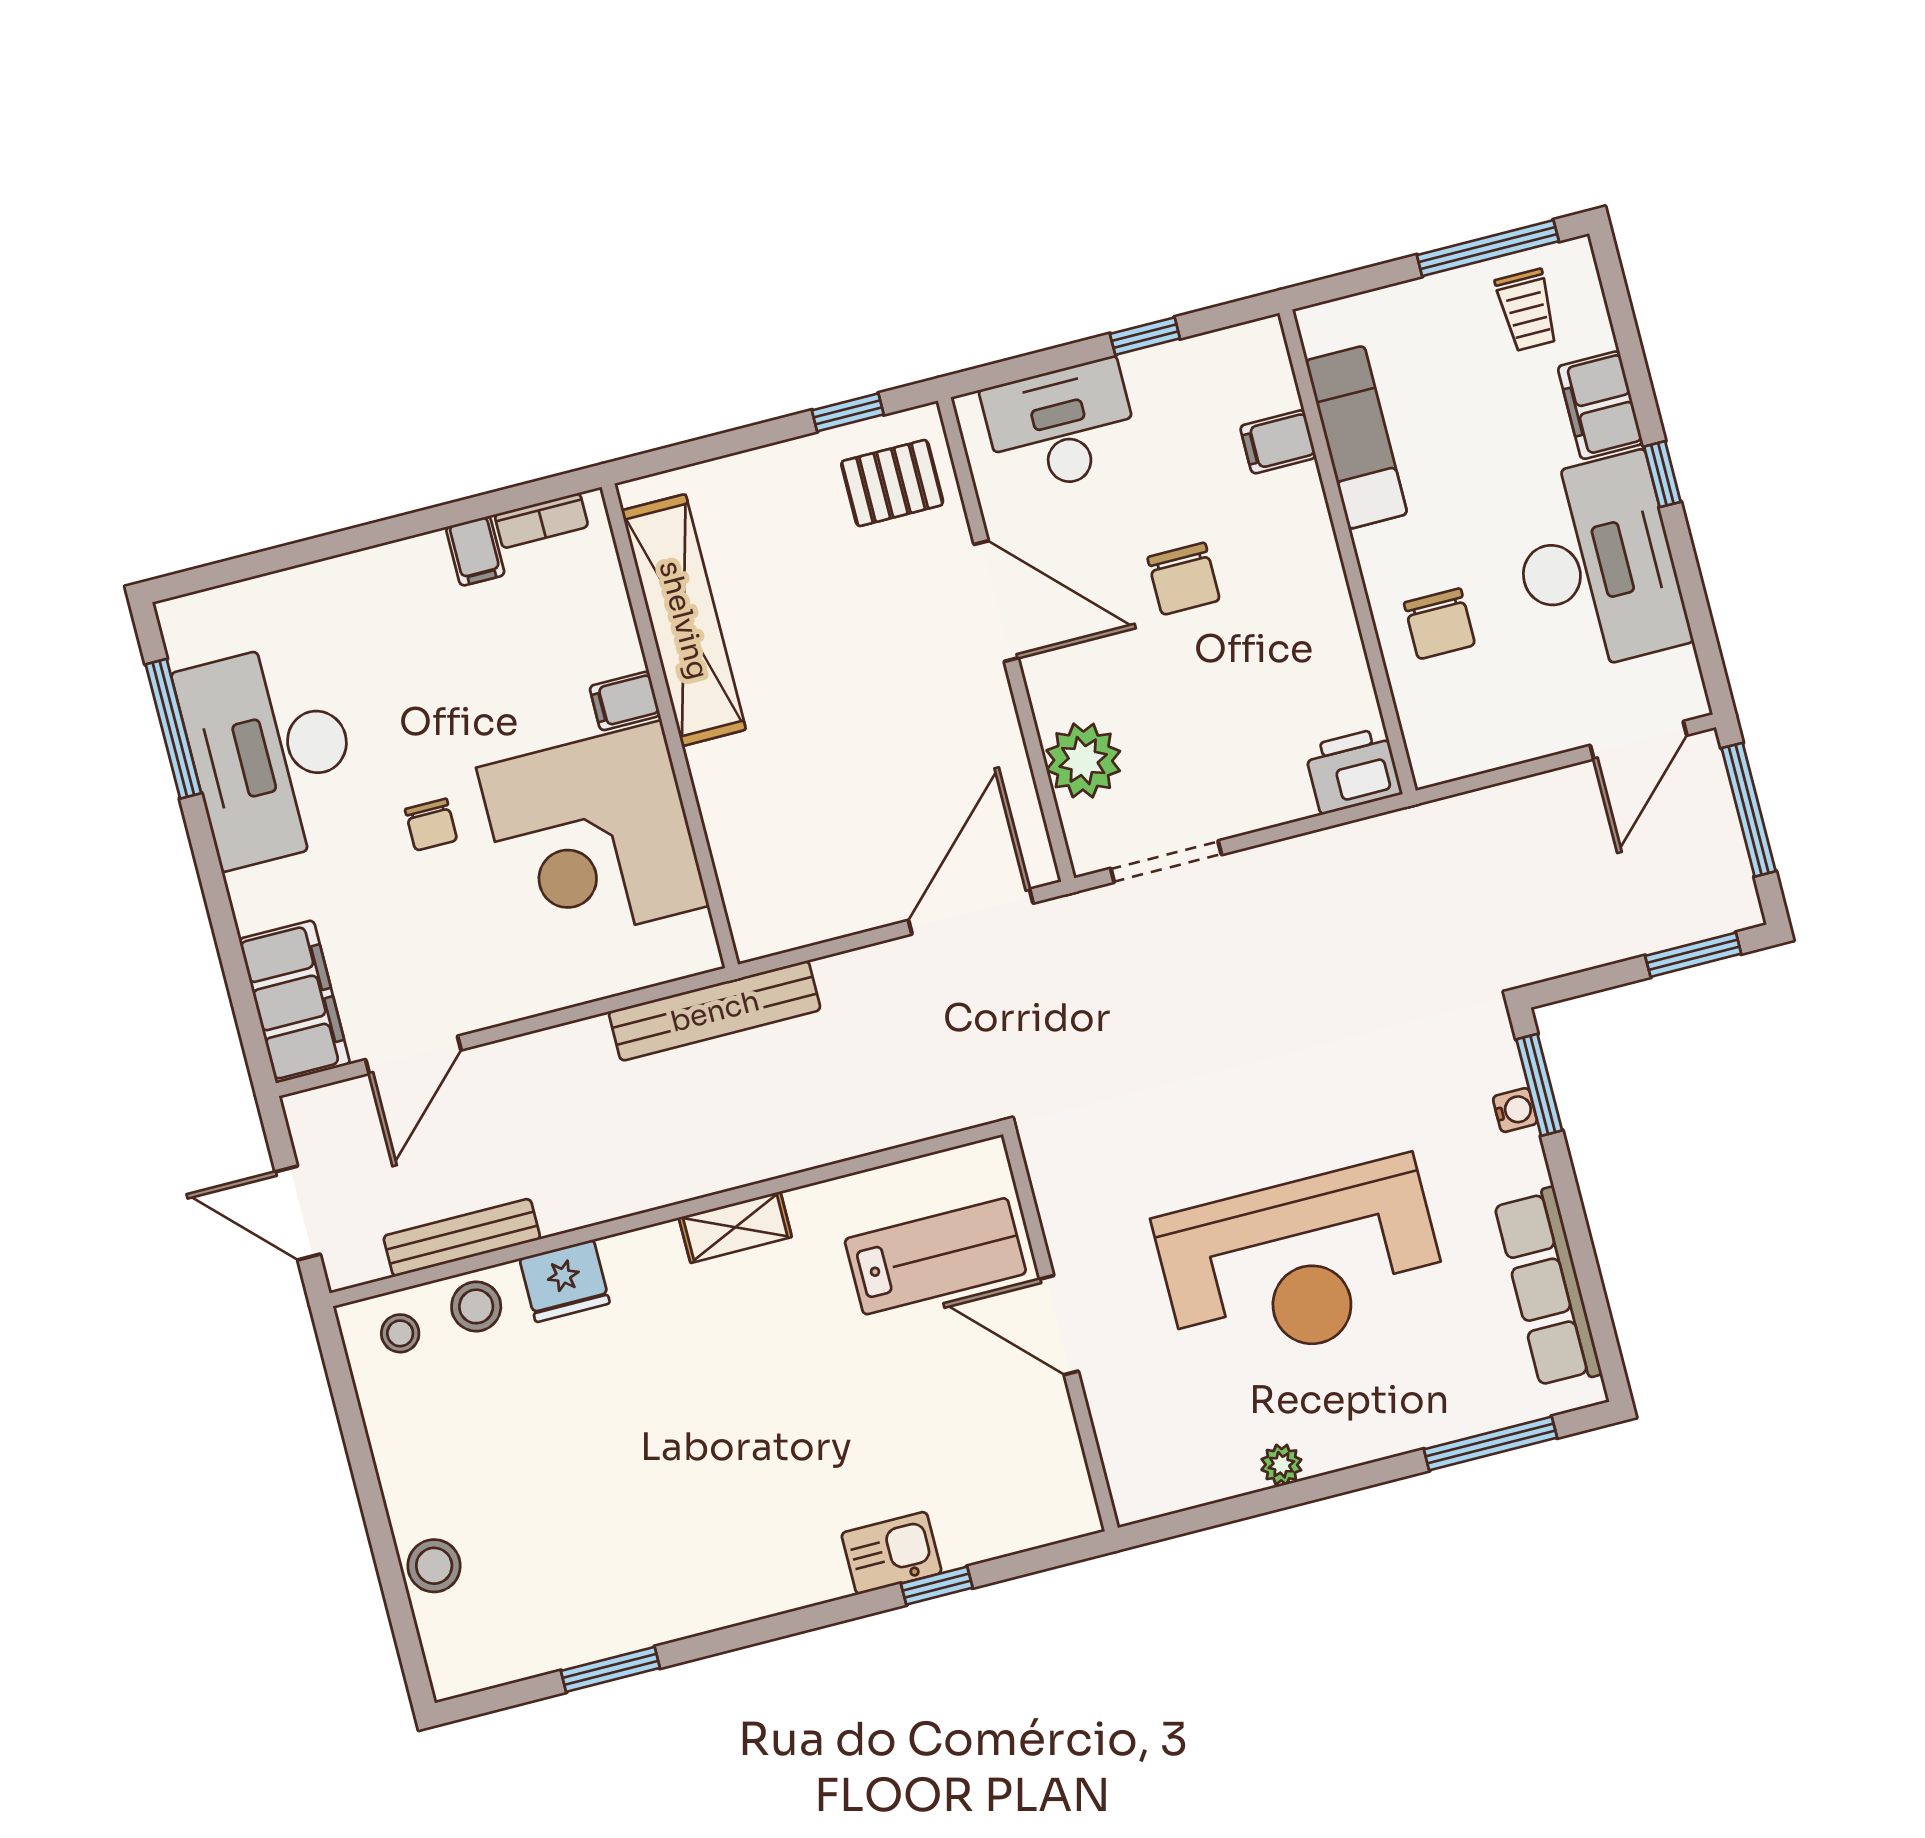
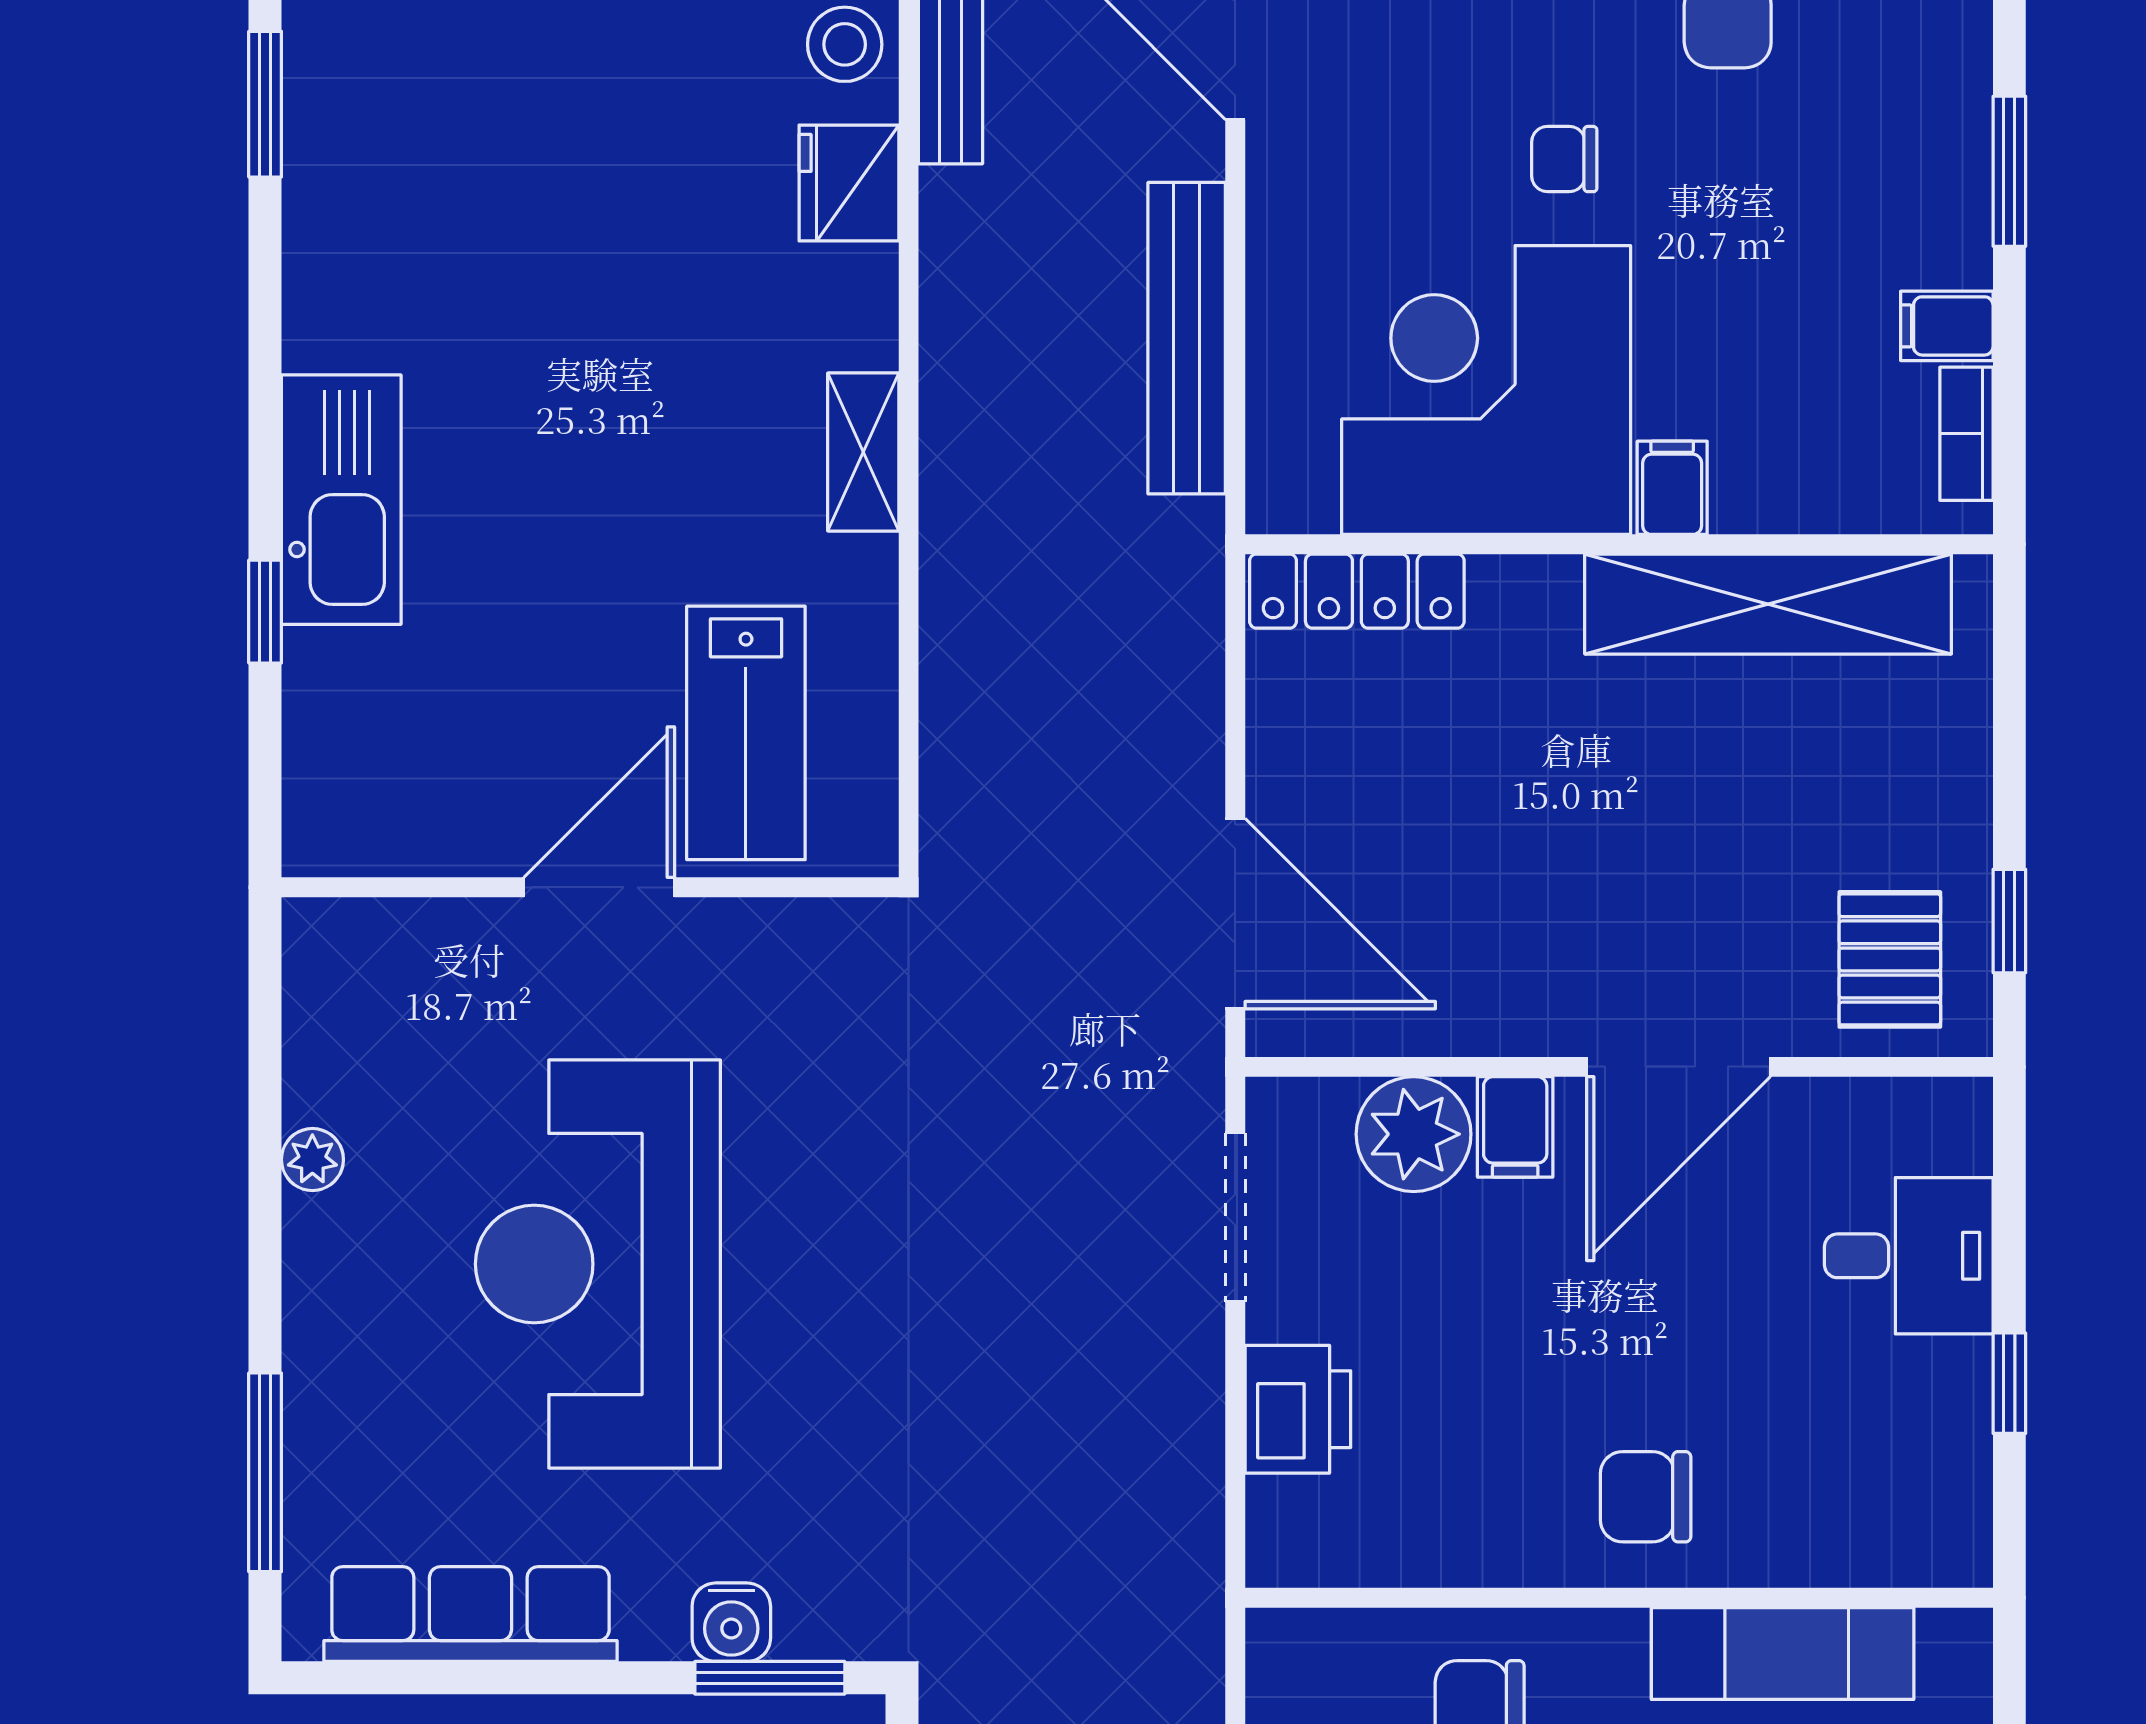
desk: (1061, 427) -> (1909, 1256), width x0.73
filing cabinet: (1278, 442) -> (1515, 1127), moved, turned 180
window: (365, 536) -> (2009, 171), added
chair: (1184, 579) -> (1646, 1497), moved
printer: (1353, 771) -> (1298, 1409), moved
locker: (743, 887) -> (1357, 591), added
bench: (715, 1011) -> (1187, 338), moved
water cooler: (1515, 1110) -> (731, 1622), width x1.38, depth x1.38
kitchen sink: (892, 1553) -> (341, 500), width x1.88, depth x1.24

